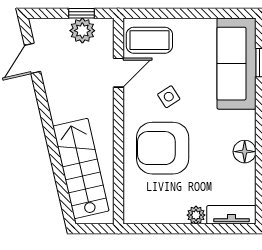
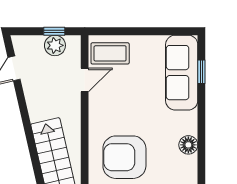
side table: (169, 97) -> (126, 100), removed
armchair: (163, 148) -> (124, 157), moved

